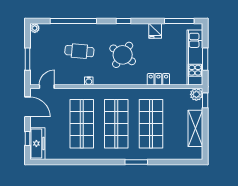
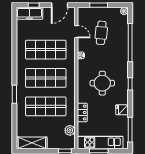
cafe table: (79, 51) -> (101, 33), moved
round table: (123, 55) -> (102, 83), turned -35
door: (47, 87) -> (76, 32), moved
plant: (196, 94) -> (70, 130), moved
shelving: (195, 128) -> (32, 143), moved

